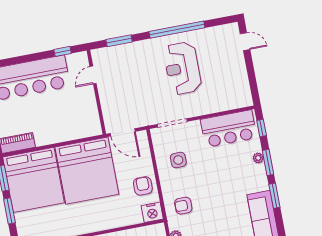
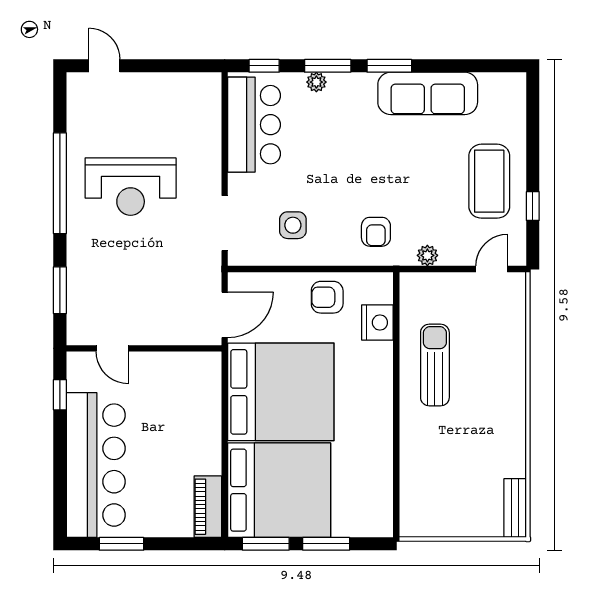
door: (245, 42) -> (104, 66), hinge flipped
nightstand: (152, 212) -> (377, 323), moved

